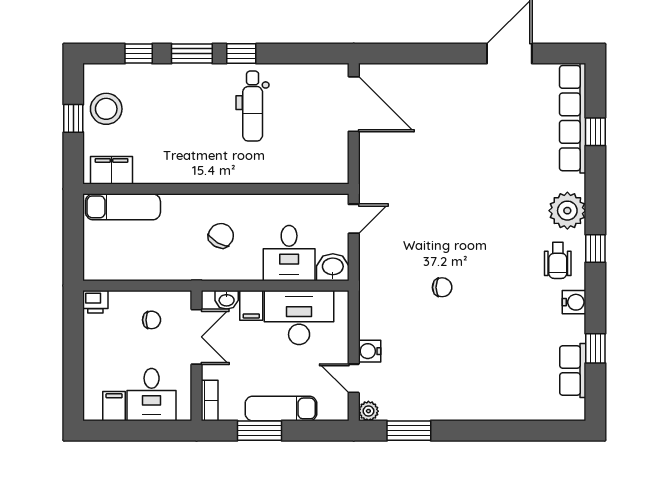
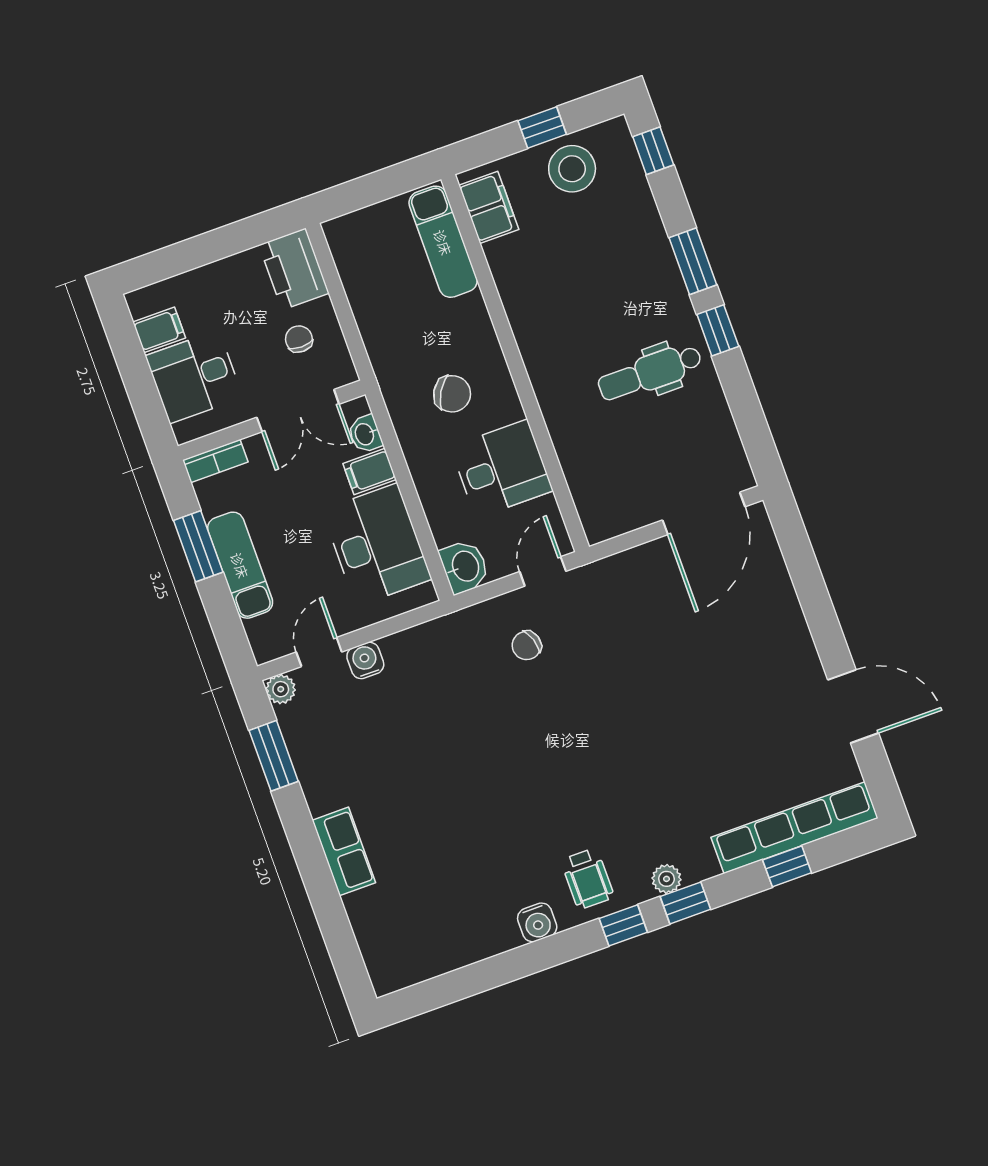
window: (139, 54) -> (653, 151), moved
plant: (567, 211) -> (667, 879), width x0.53, depth x0.53
door: (354, 219) -> (543, 571), swing flipped
desk: (289, 253) -> (502, 469), moved, turned 180
wheelchair: (558, 260) -> (587, 879), turned -90
chair: (442, 287) -> (527, 645), moved, turned 72
printer: (95, 302) -> (294, 269), width x1.87, depth x1.48
chair: (152, 320) -> (299, 339), turned 180
window: (595, 348) -> (685, 903), moved
row of seats: (573, 370) -> (344, 851), moved, turned 90

